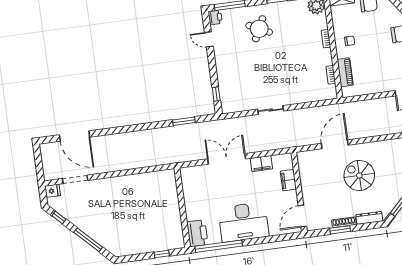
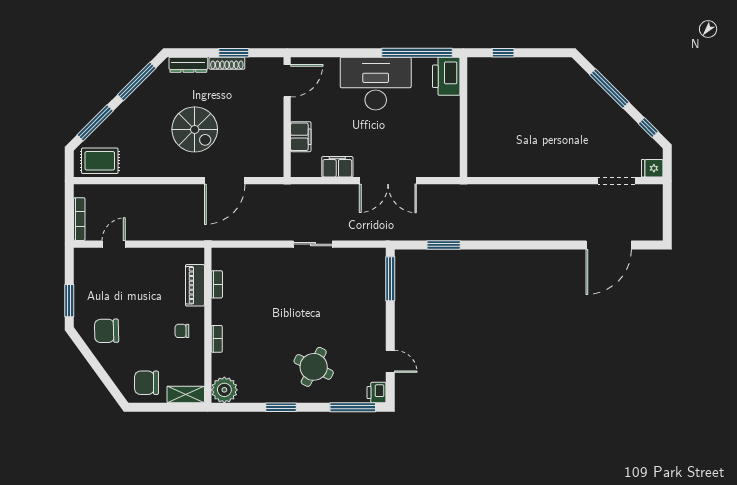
window: (216, 94) -> (390, 279), width x2.17
door: (74, 136) -> (609, 245), swing flipped

